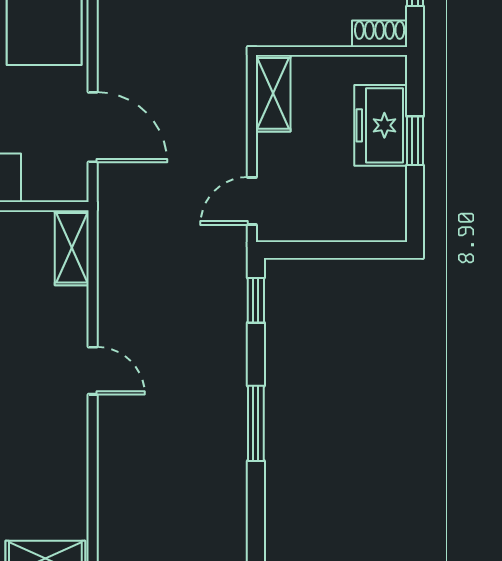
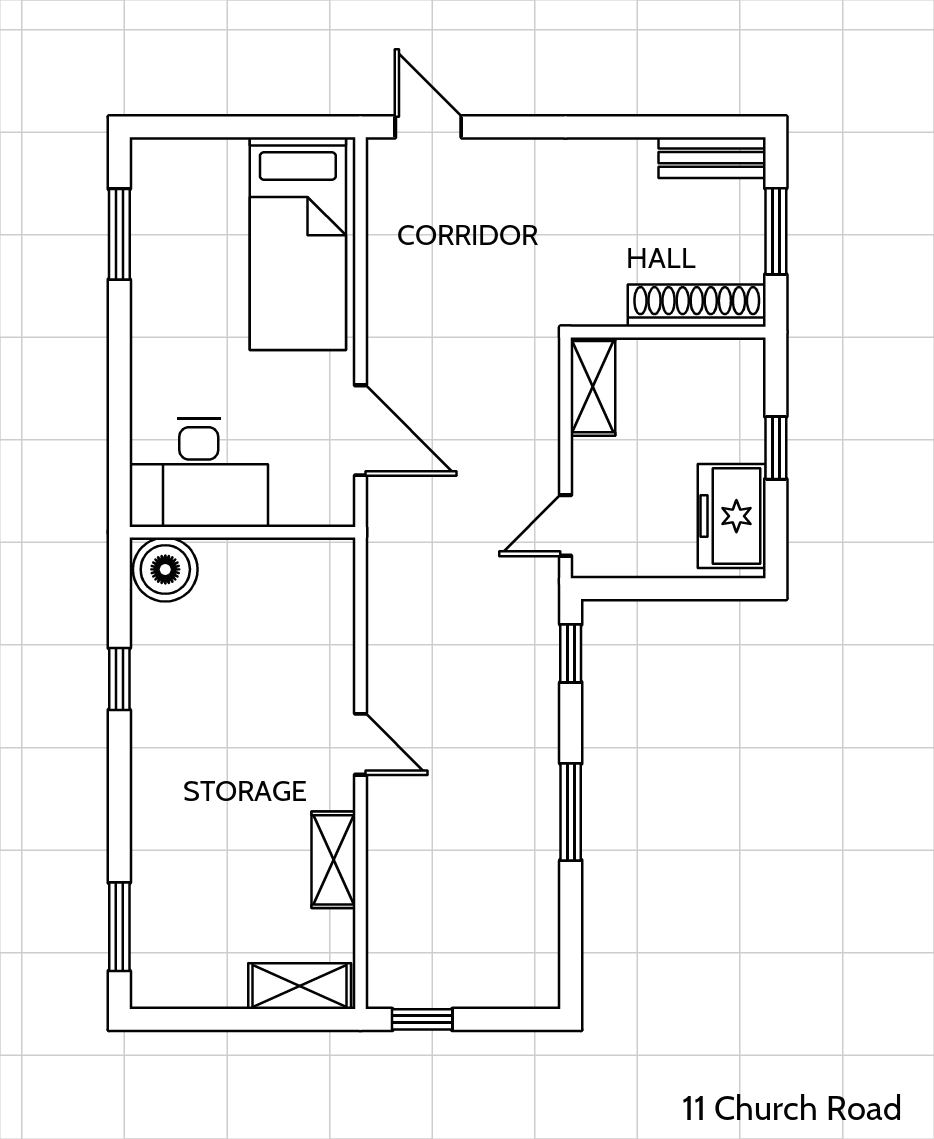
shoe rack: (380, 34) -> (697, 306), width x1.94, depth x1.24
freezer: (381, 125) -> (732, 516), moved
shelving: (72, 248) -> (334, 860), moved

